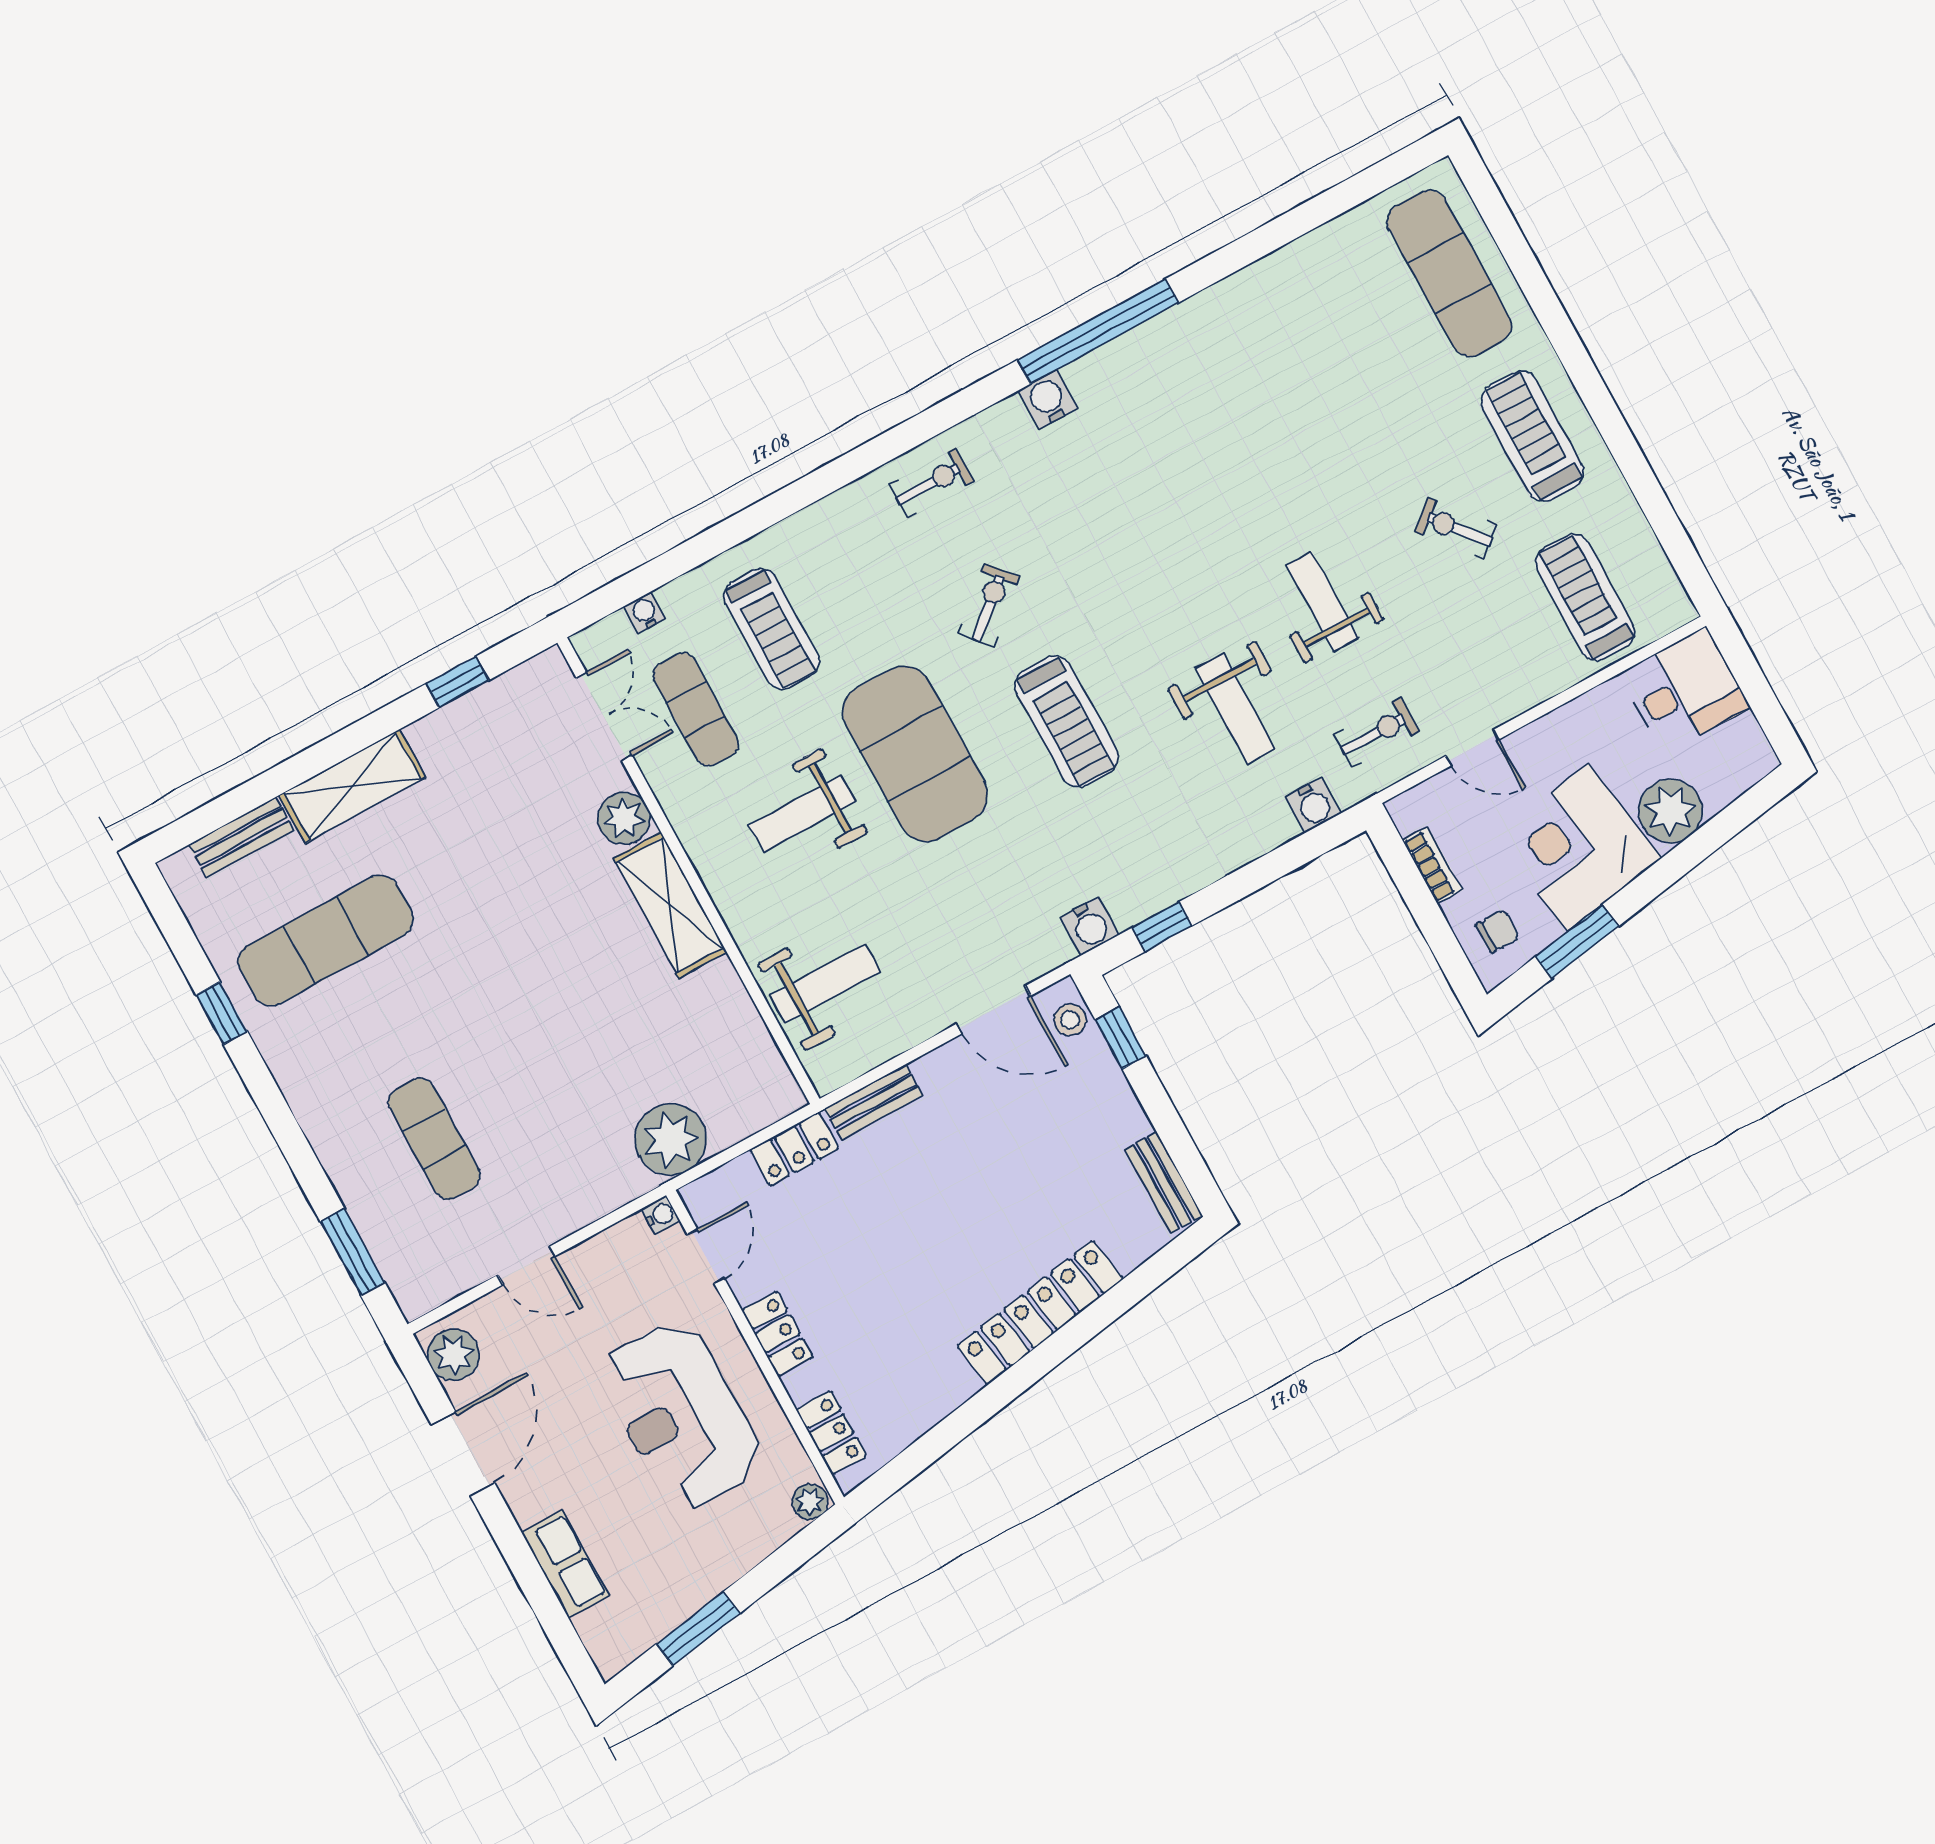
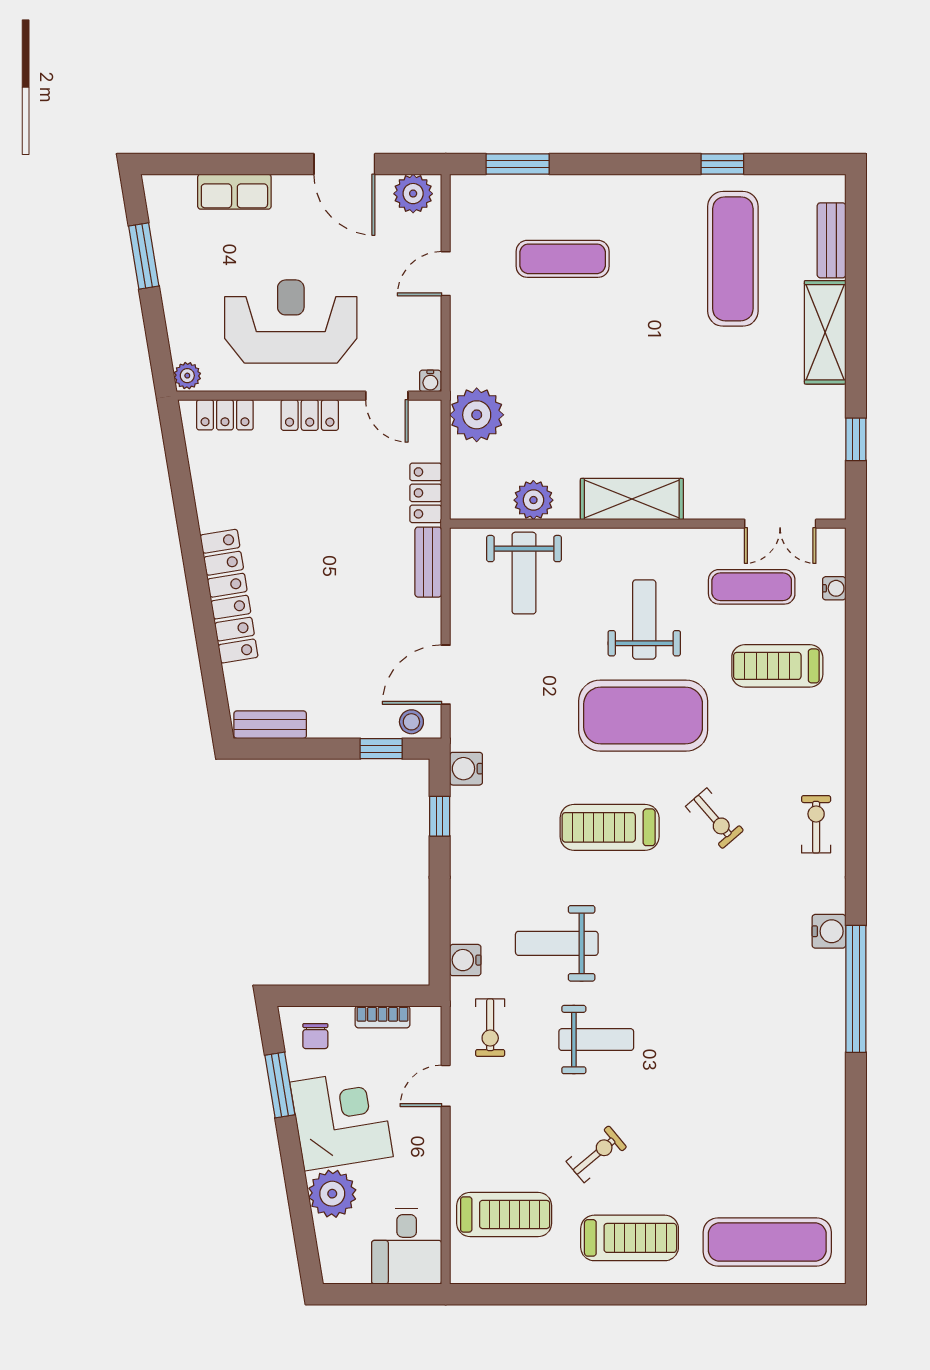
exercise bike: (931, 483) -> (816, 824), turned 180
plant: (624, 818) -> (533, 500), moved

